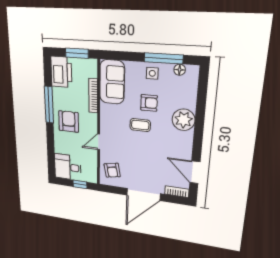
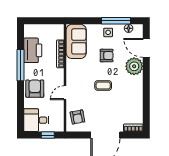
window: (77, 53) -> (47, 21), removed
printer: (61, 72) -> (33, 50), moved
armchair: (69, 122) -> (35, 89), moved
coffee table: (140, 125) -> (103, 86), moved
door: (195, 172) -> (146, 48), moved

